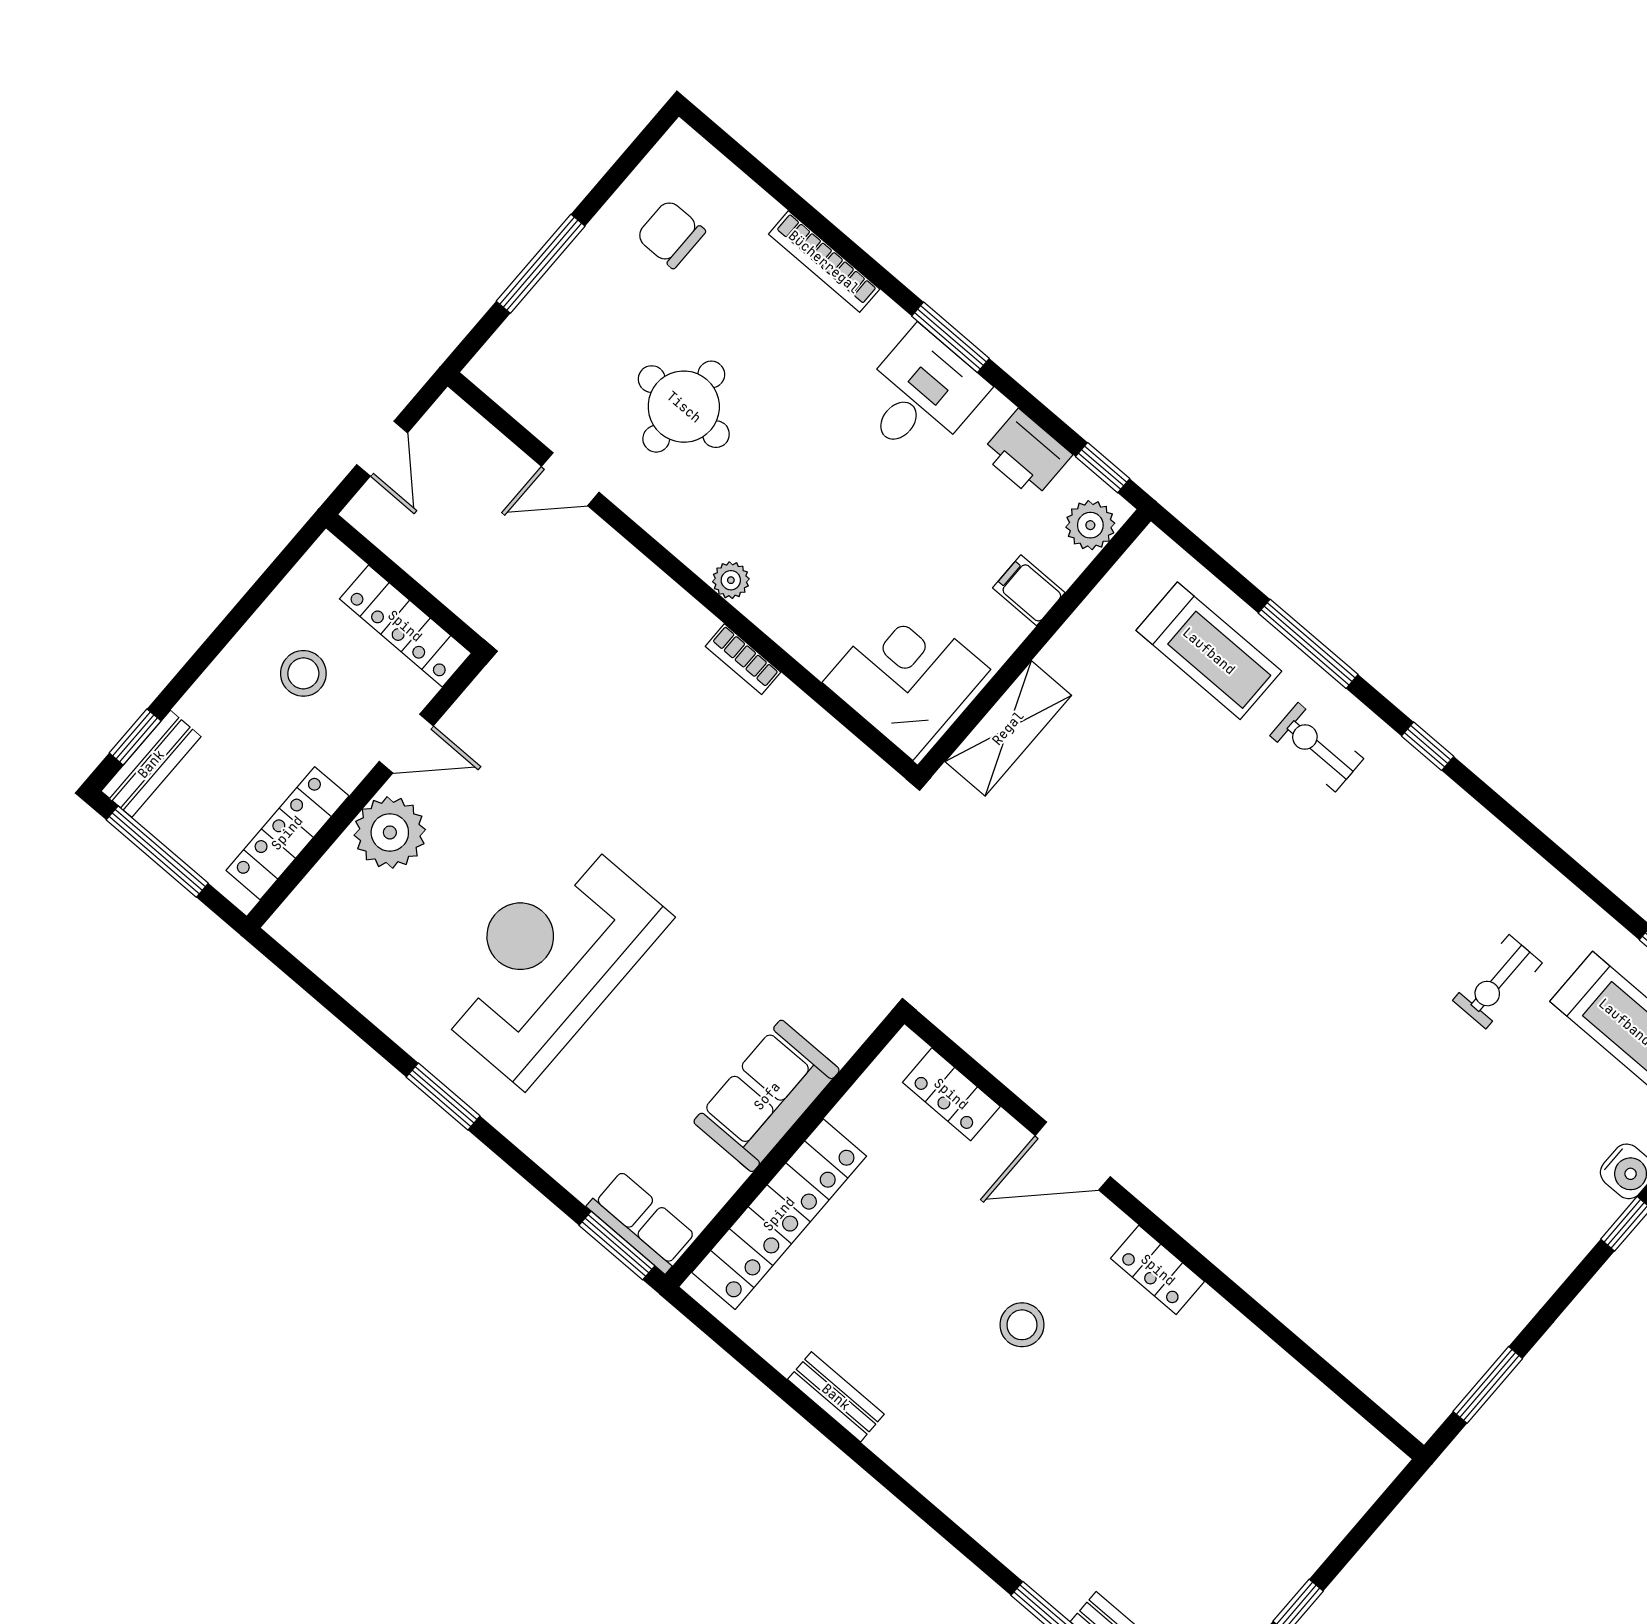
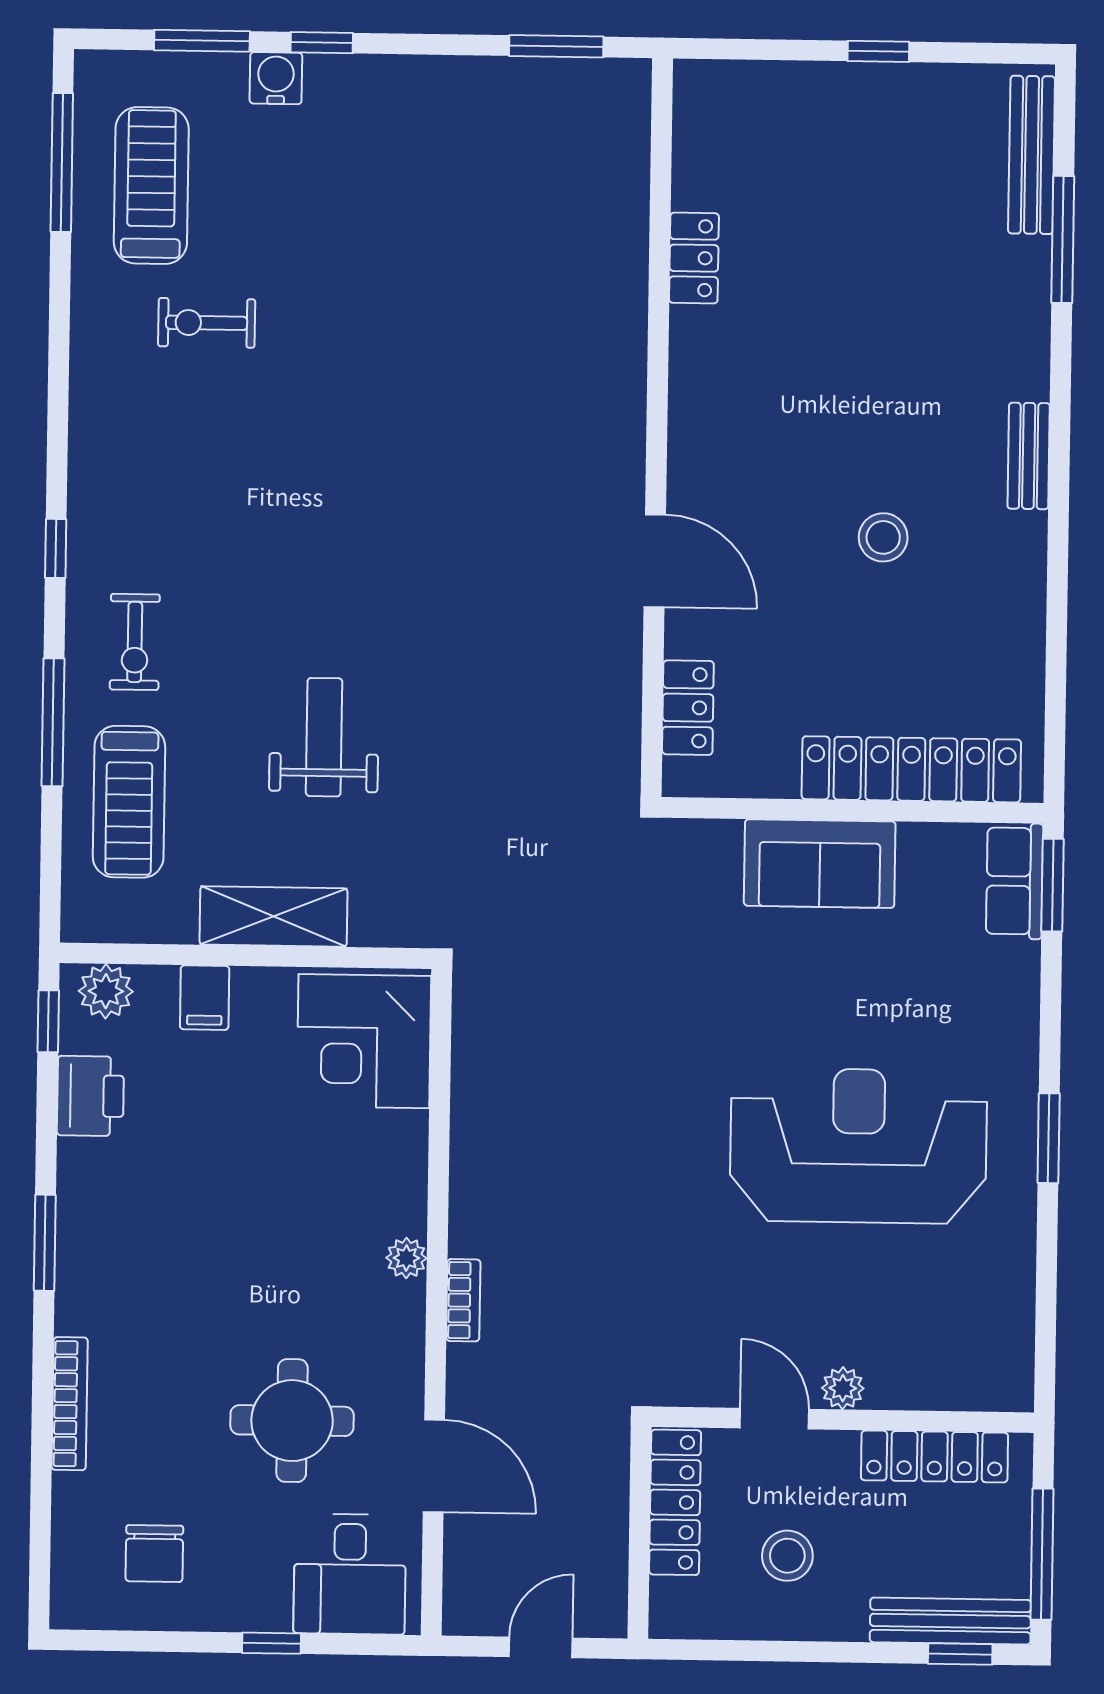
window: (541, 264) -> (271, 1643), width x0.46
desk: (920, 395) -> (350, 1574), moved, turned -90
door: (570, 479) -> (434, 1466), width x1.38
treadmill: (1209, 651) -> (129, 802), turned 180
bookcase: (743, 659) -> (463, 1300), moved
shelving: (1008, 728) -> (273, 916), moved
bench: (151, 764) -> (950, 1621), width x1.36
weight bench: (1141, 824) -> (324, 737), added
plant: (390, 832) -> (843, 1388), width x0.53, depth x0.53
reception desk: (548, 960) -> (858, 1146), turned 180
exercise bike: (1497, 982) -> (207, 323), turned 180
locker: (1158, 1270) -> (694, 258), moved
stool: (1022, 1325) -> (883, 537), moved
bench: (836, 1397) -> (1029, 456), moved

